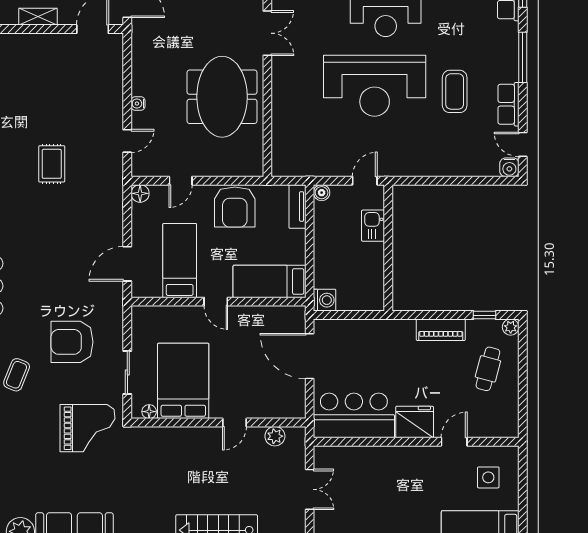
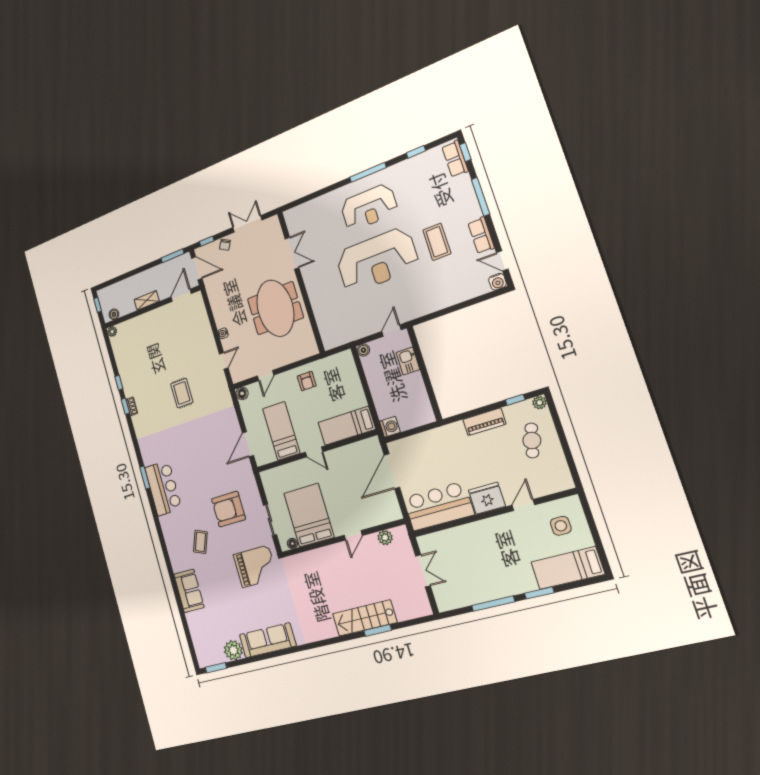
armchair: (235, 207) -> (307, 381), width x0.53, depth x0.53
tv unit: (297, 207) -> (349, 366), removed
door: (310, 356) -> (392, 471), hinge flipped

